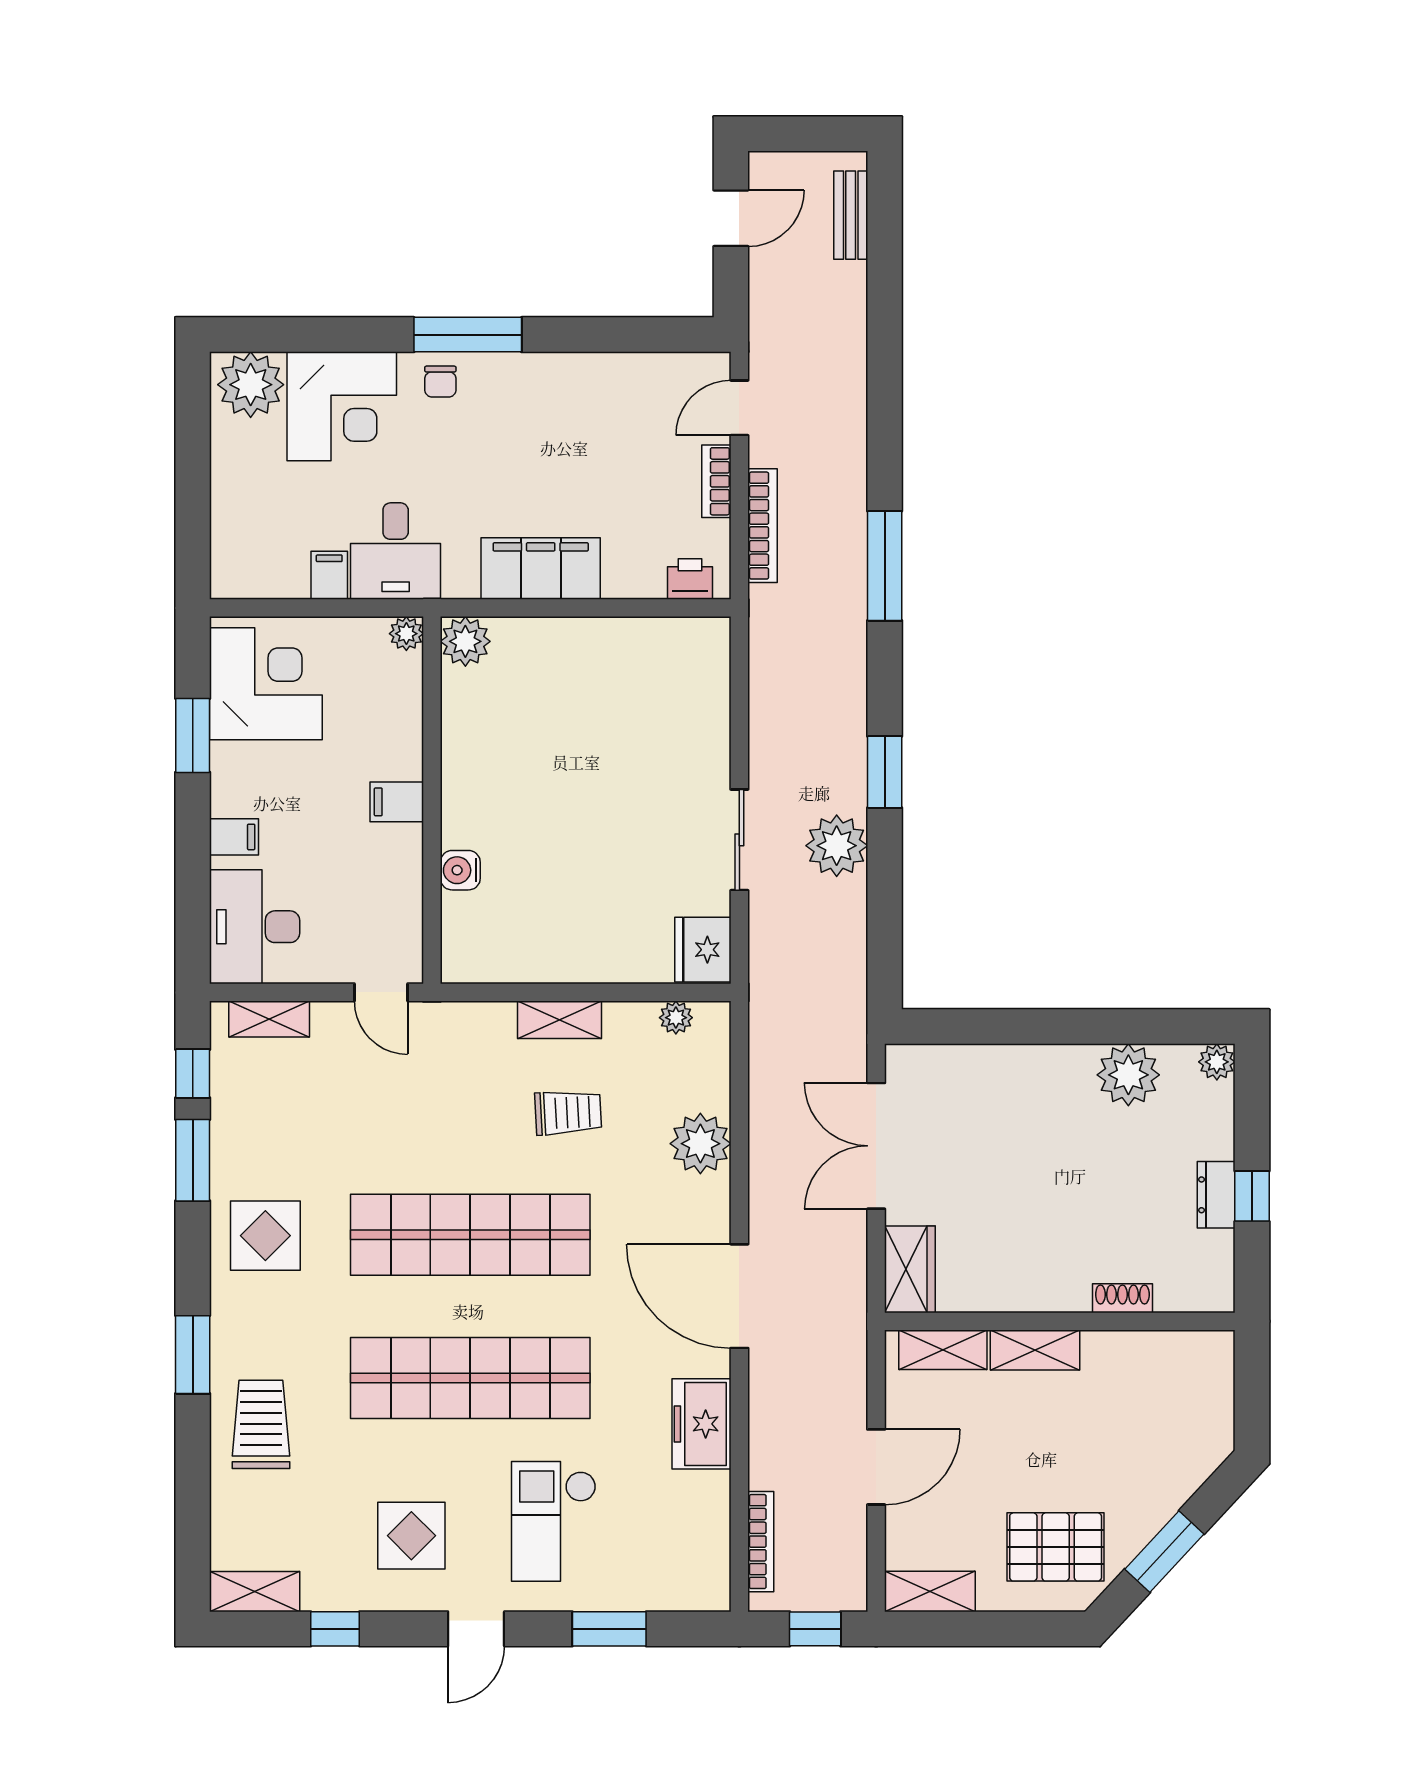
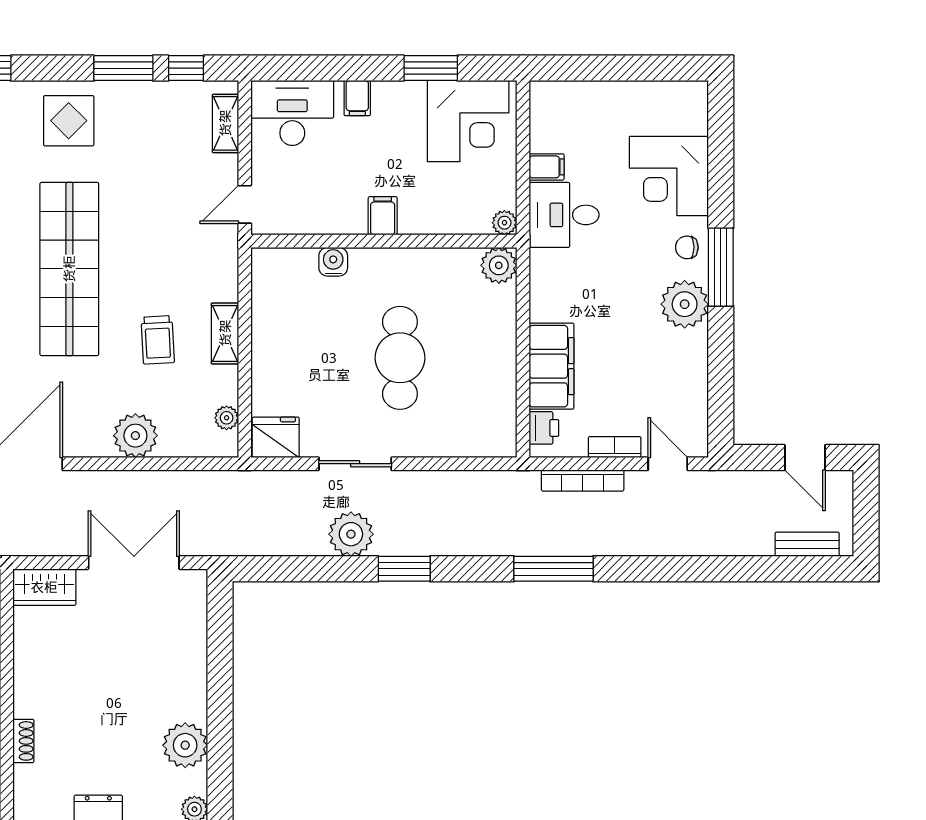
plant: (251, 385) -> (685, 304), moved
filing cabinet: (541, 569) -> (551, 366), moved
cafe table: (593, 778) -> (400, 358), added

